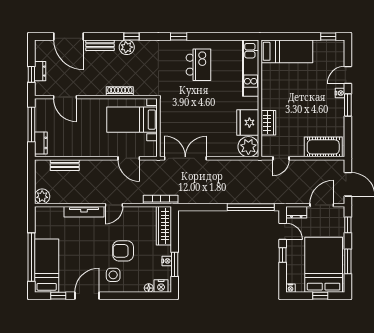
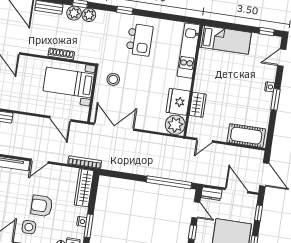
plant: (142, 47) -> (89, 15), added
door: (348, 75) -> (282, 58), moved
stool: (177, 110) -> (113, 79), added
door: (322, 205) -> (237, 191), hinge flipped

